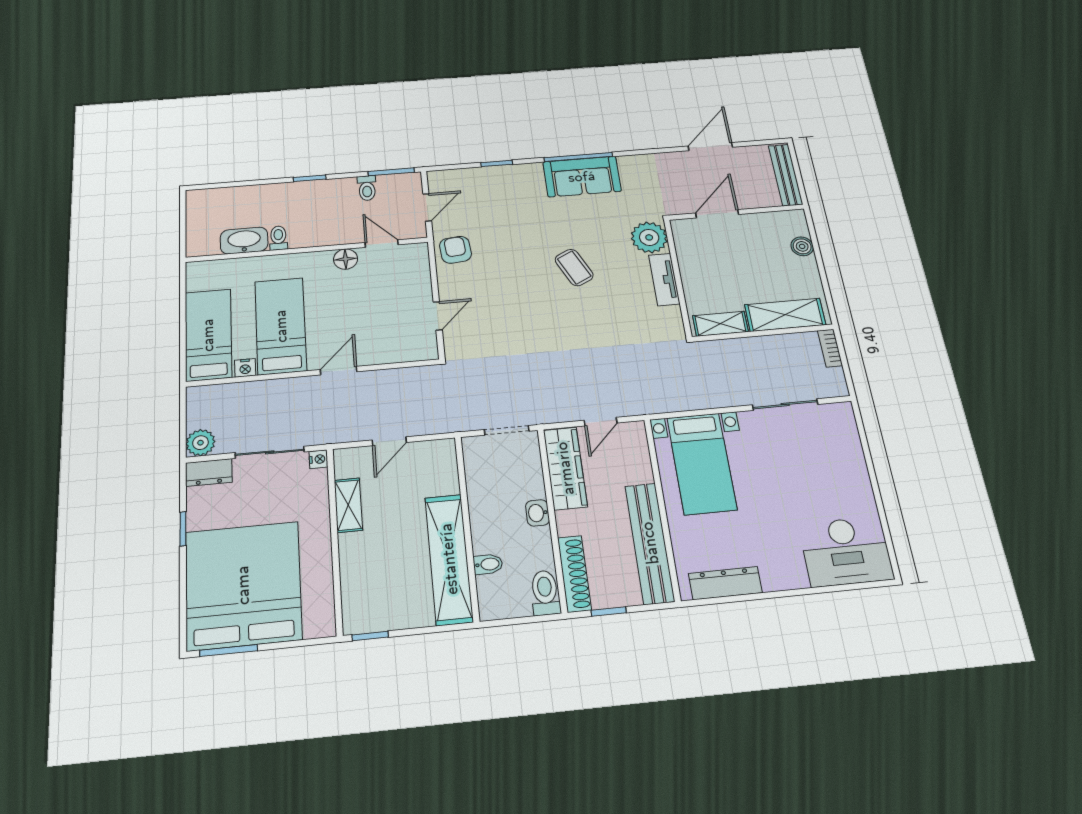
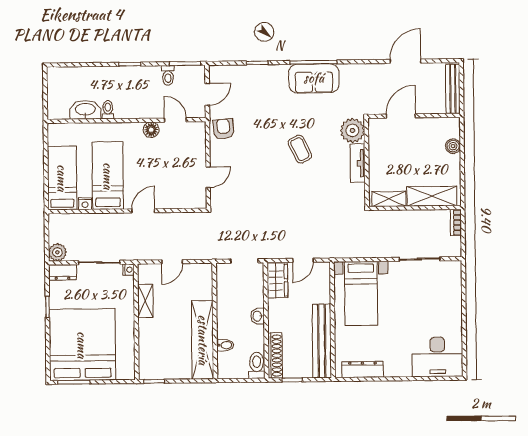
wardrobe: (565, 468) -> (277, 280), width x0.67

